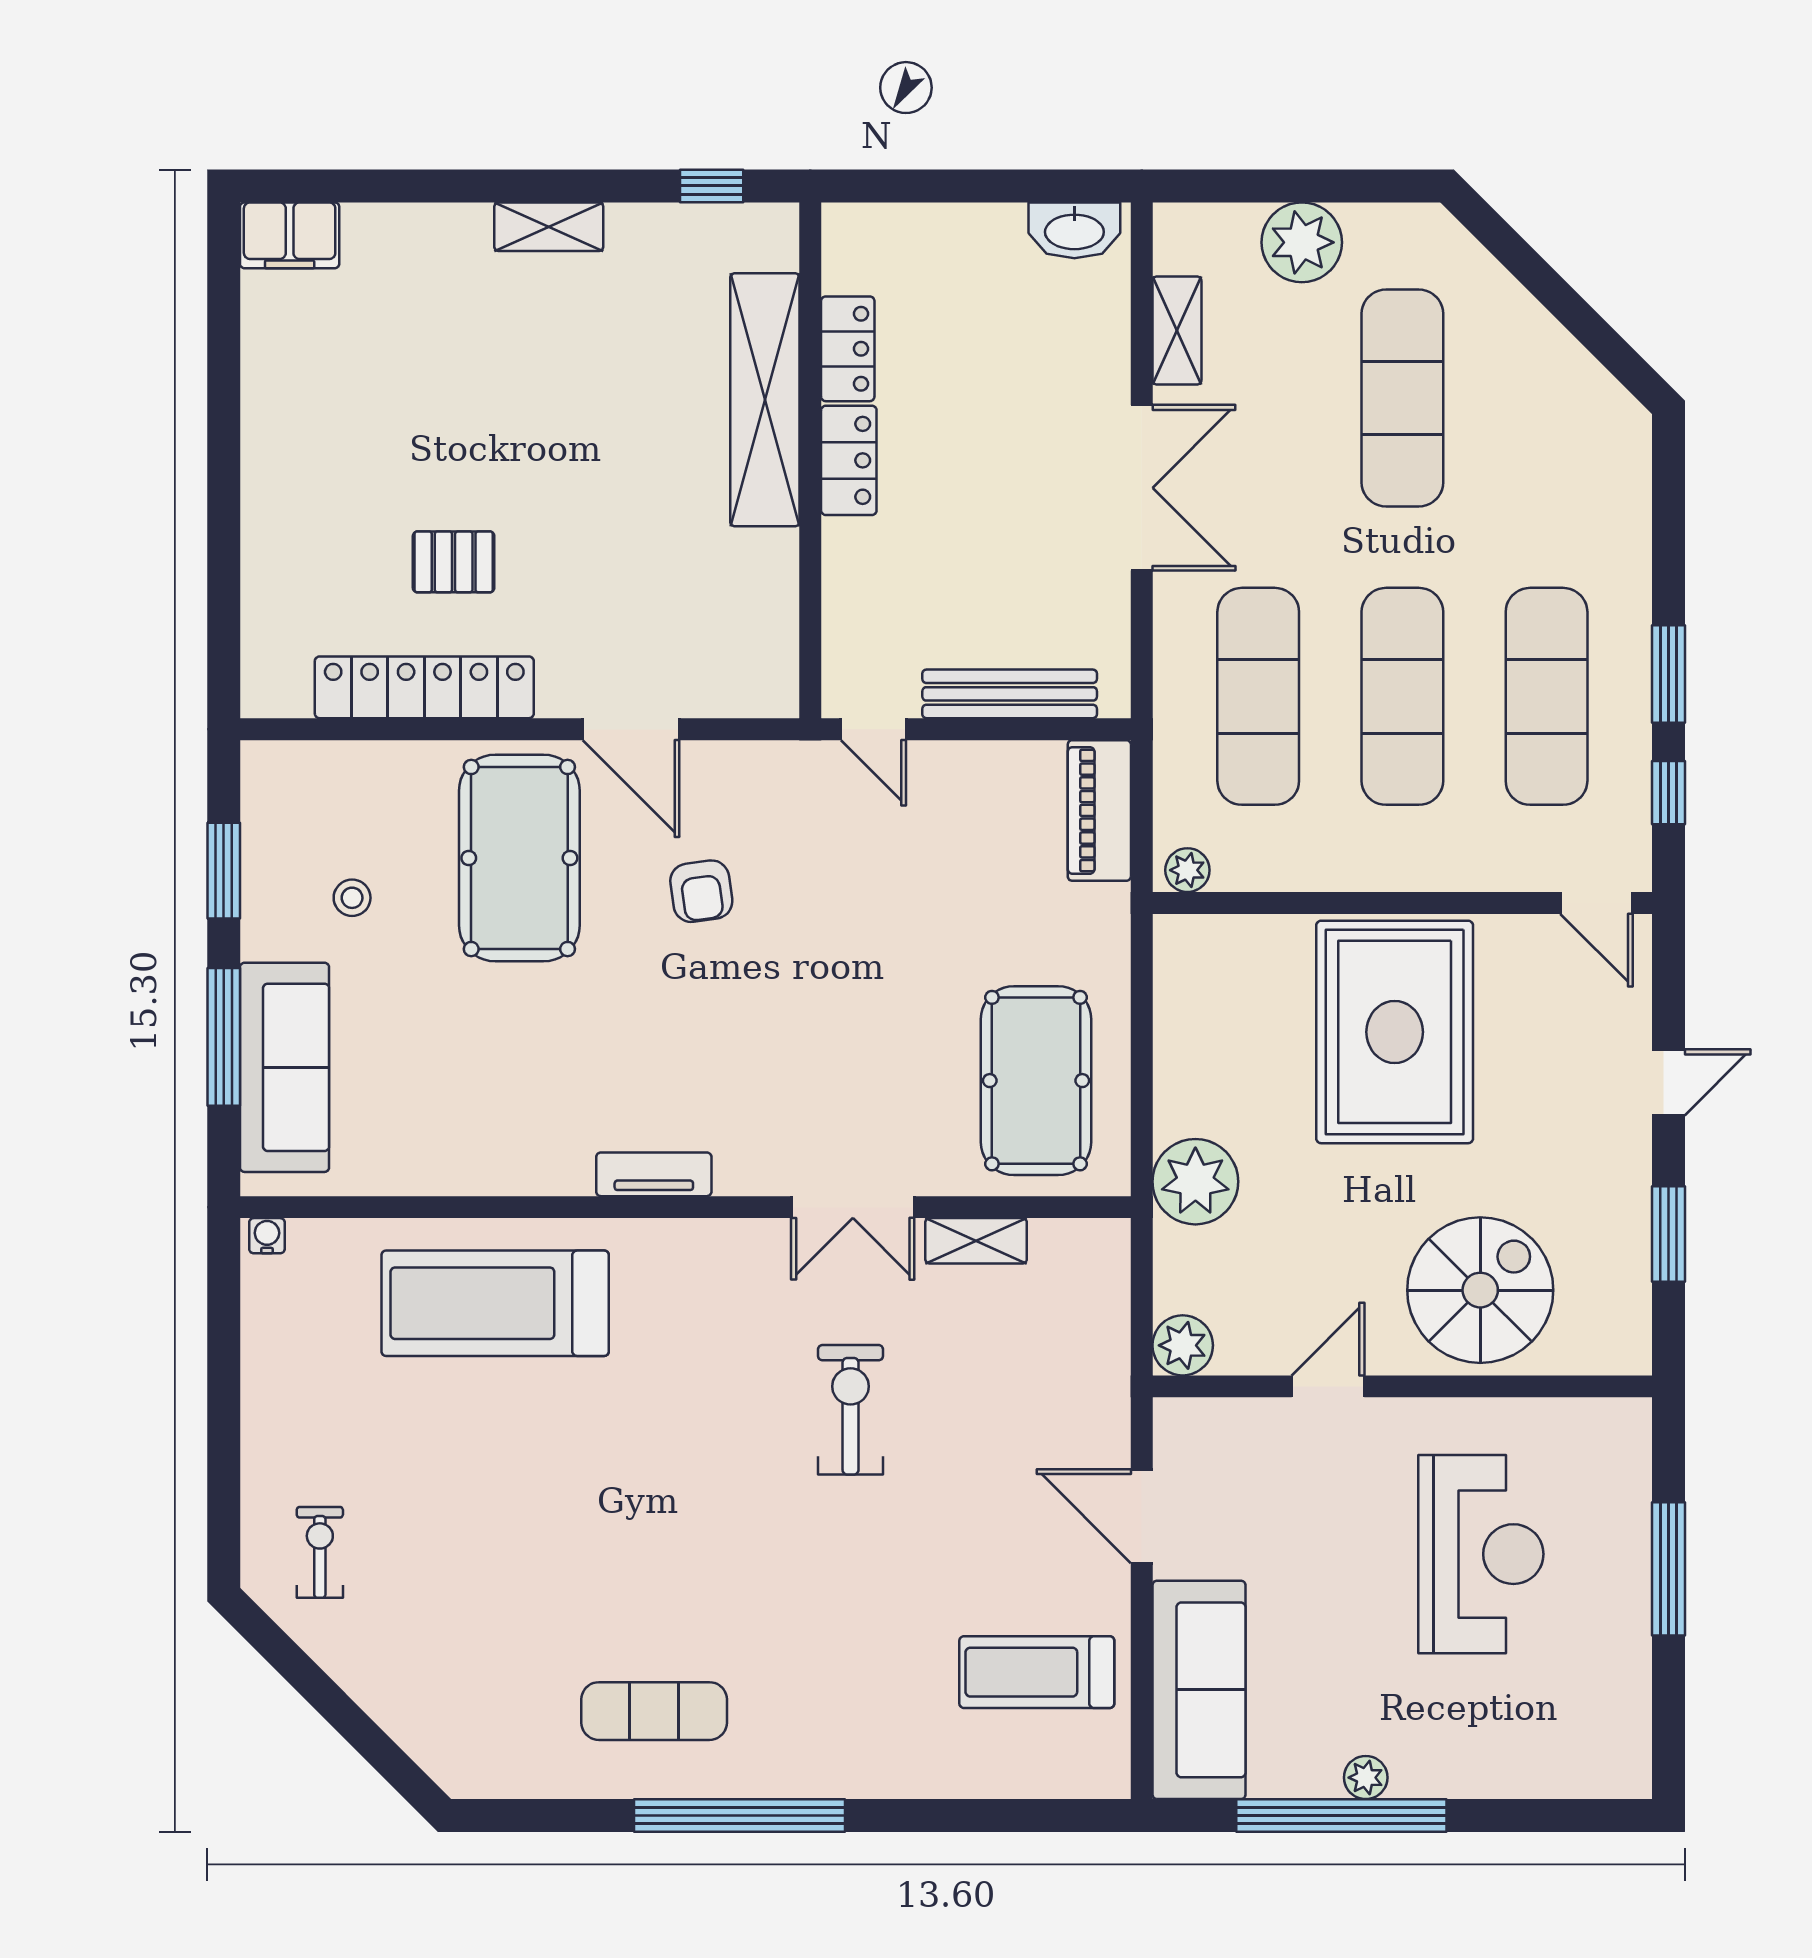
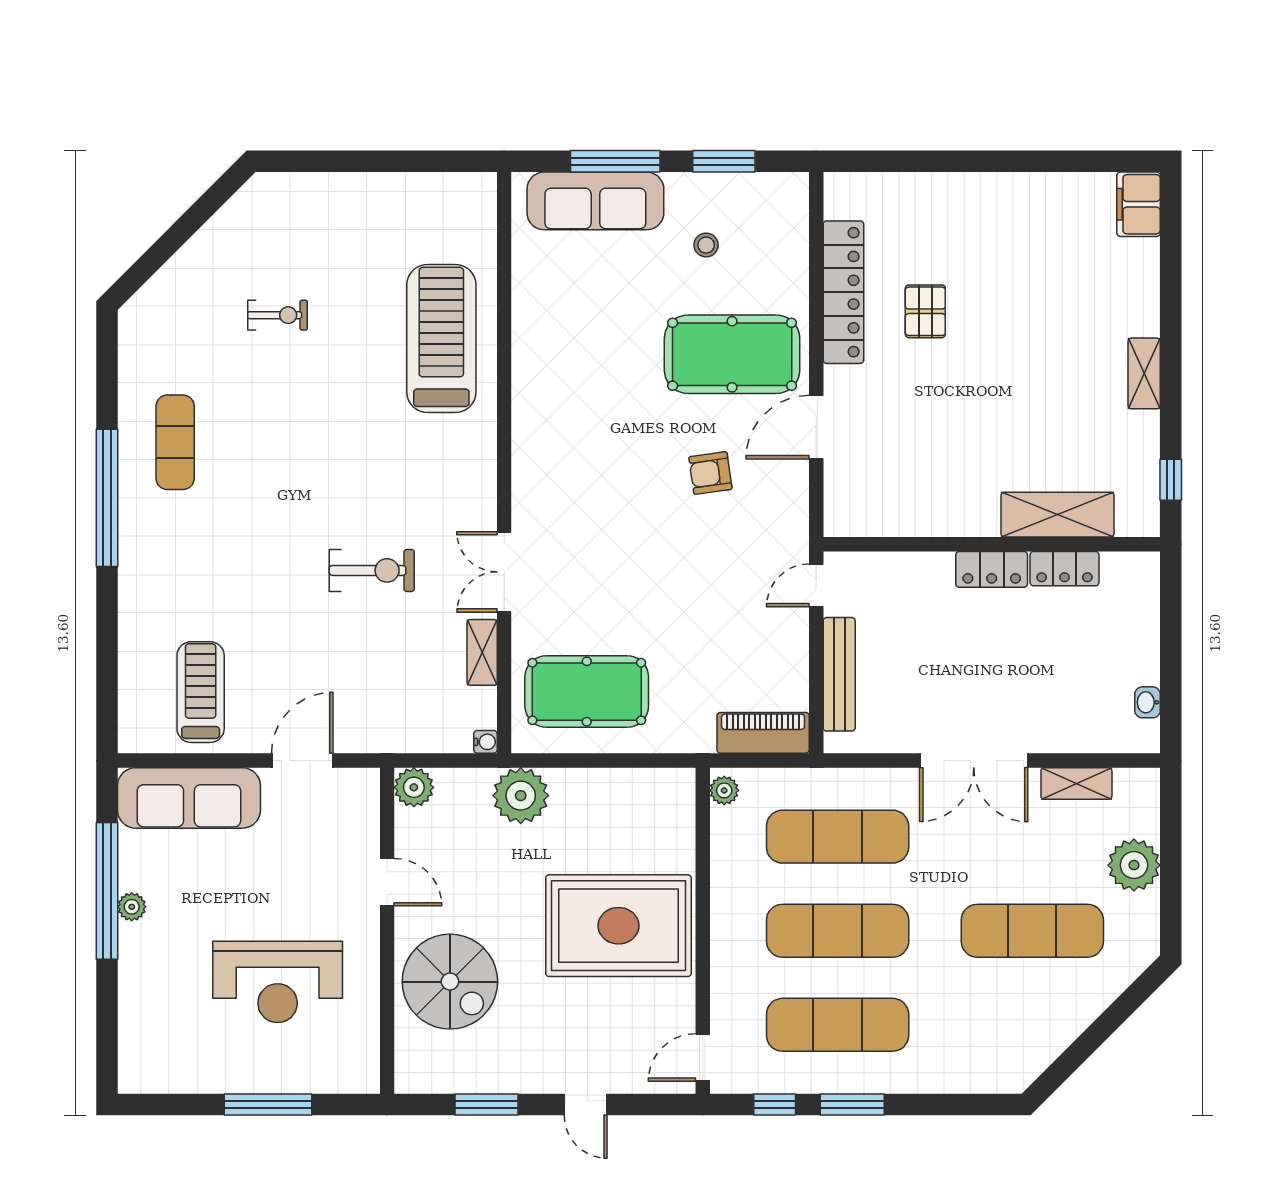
washbasin: (1074, 230) -> (1148, 702), width x0.52, depth x0.69
shelving: (765, 400) -> (1058, 515), width x0.68
tv unit: (654, 1174) -> (526, 442), removed
water cooler: (267, 1236) -> (485, 742), moved
exercise bike: (320, 1552) -> (278, 315), moved

